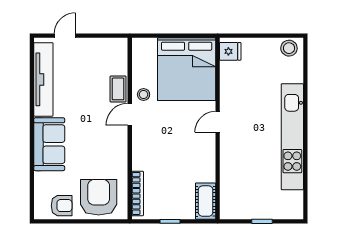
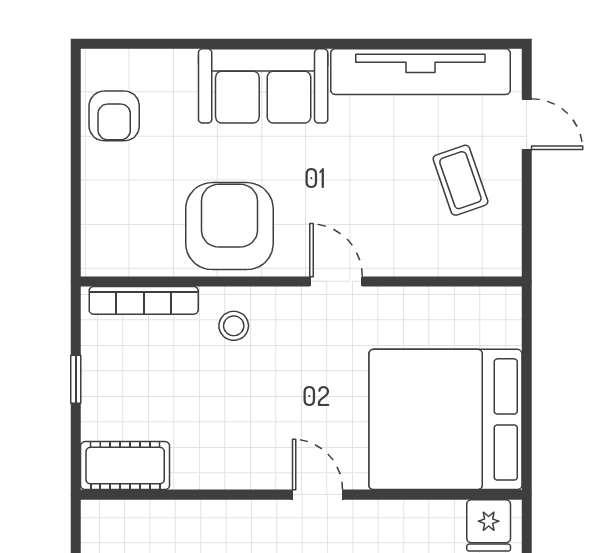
coffee table: (118, 89) -> (460, 180), moved, turned 71
stool: (144, 95) -> (234, 326), moved
armchair: (99, 197) -> (229, 226), moved, turned -90

